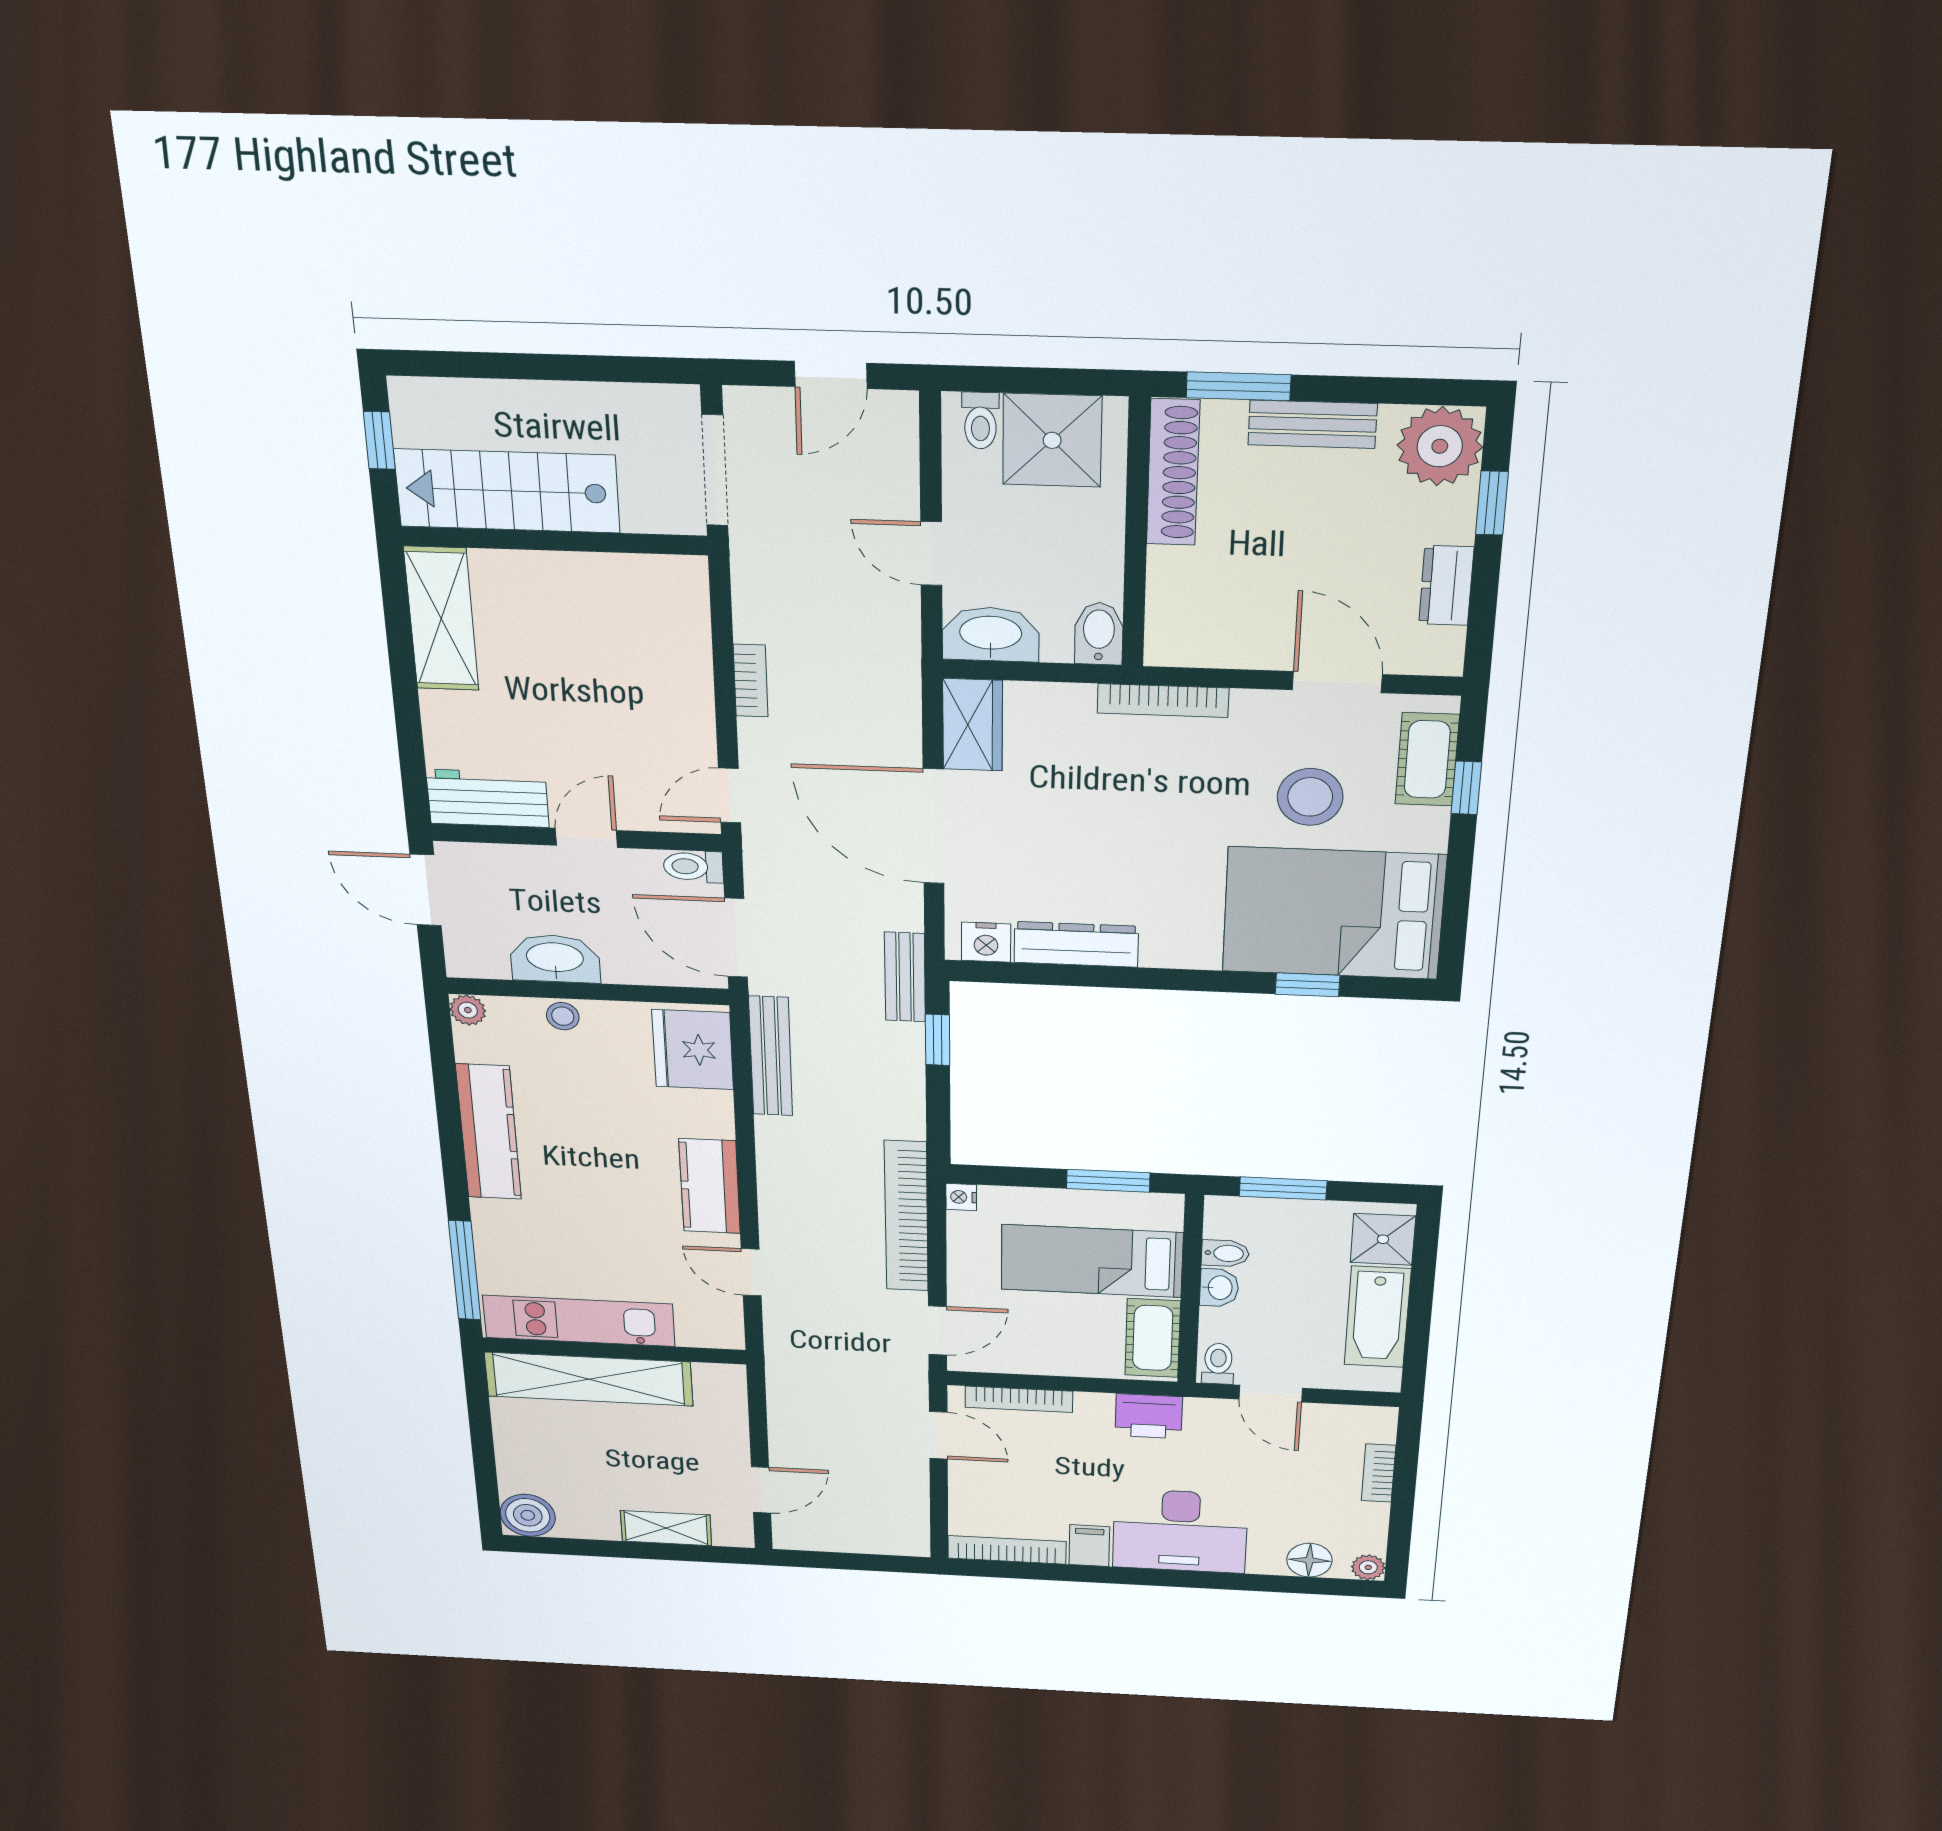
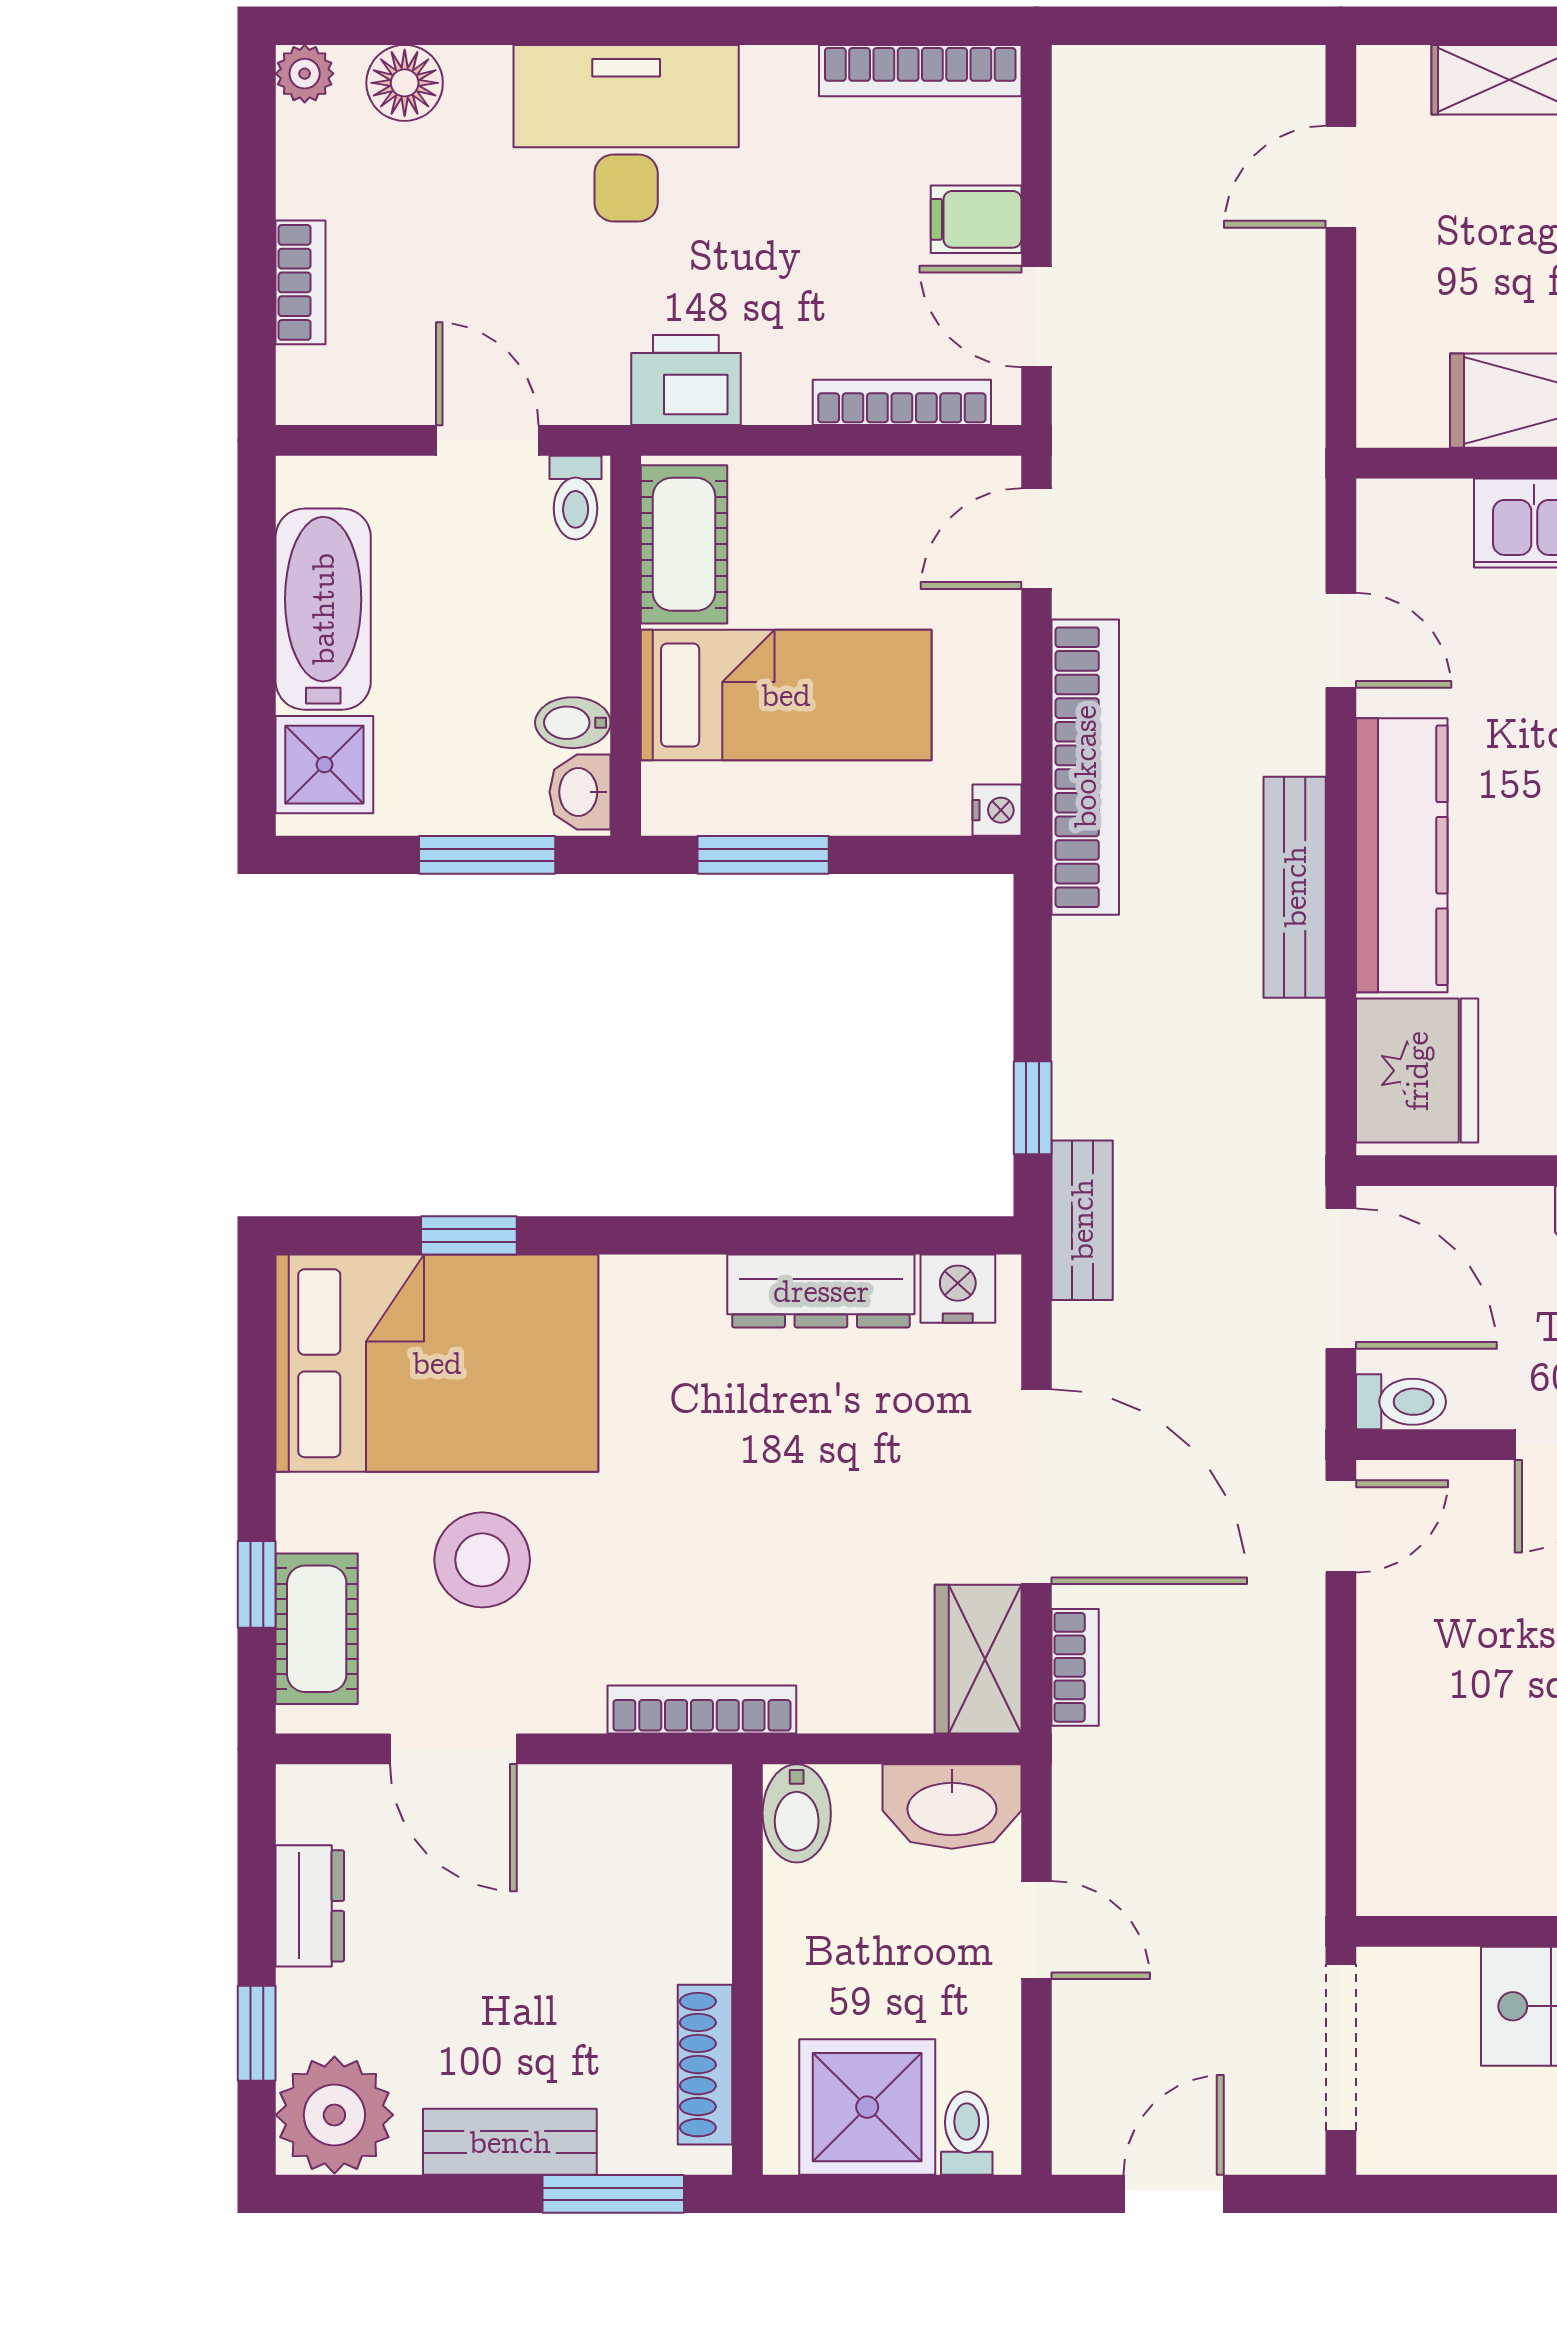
shoe rack: (1173, 472) -> (705, 2065), width x0.74, depth x0.81
bookcase: (751, 681) -> (1075, 1667), moved, turned 180
bench: (771, 1056) -> (1295, 887), moved
kitchen counter: (710, 1186) -> (1402, 855), width x1.50
washbasin: (1219, 1288) -> (580, 792), moved
filing cabinet: (1089, 1546) -> (976, 219), moved, turned 90

